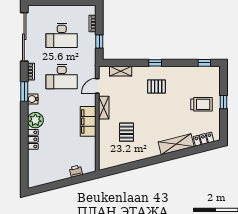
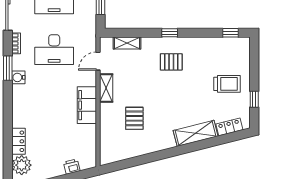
window: (224, 102) -> (254, 99), moved
plant: (35, 120) -> (22, 165), moved
locker: (33, 139) -> (19, 141), moved

